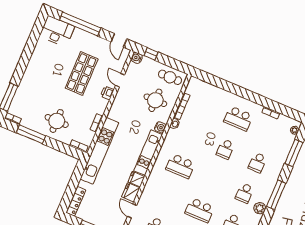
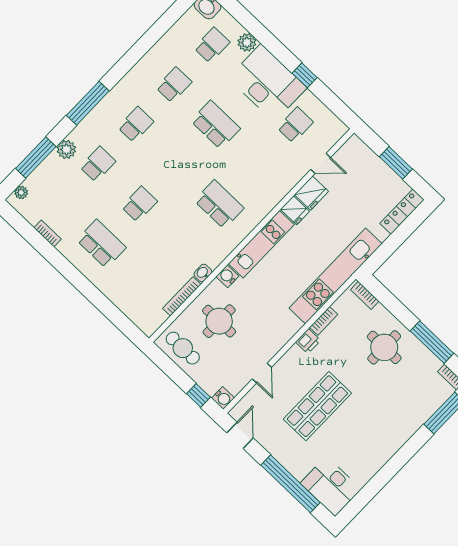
printer: (107, 93) -> (308, 341), moved
plant: (260, 208) -> (66, 149), moved
door: (132, 211) -> (321, 163), hinge flipped

